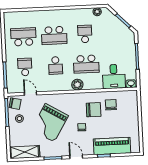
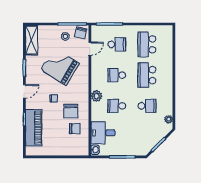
school desk: (23, 37) -> (147, 44), turned 180
school desk: (86, 64) -> (117, 106), width x0.54

